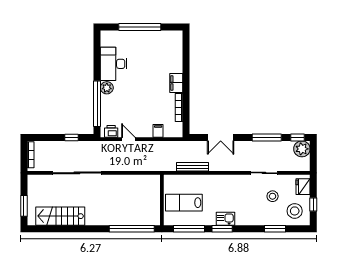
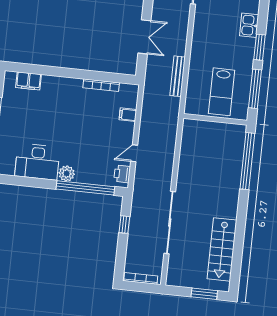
filing cabinet: (176, 83) -> (29, 81), moved
kitchen sink: (225, 219) -> (249, 25), moved

